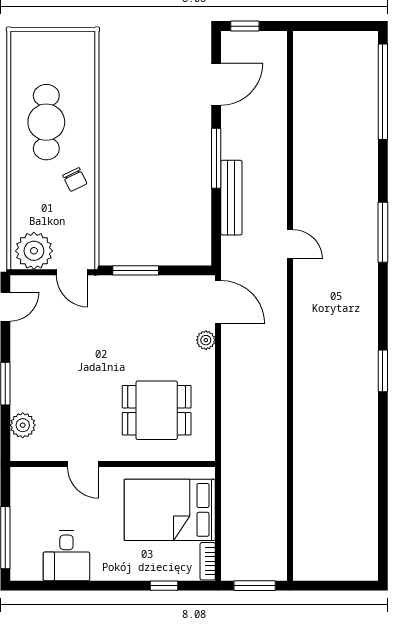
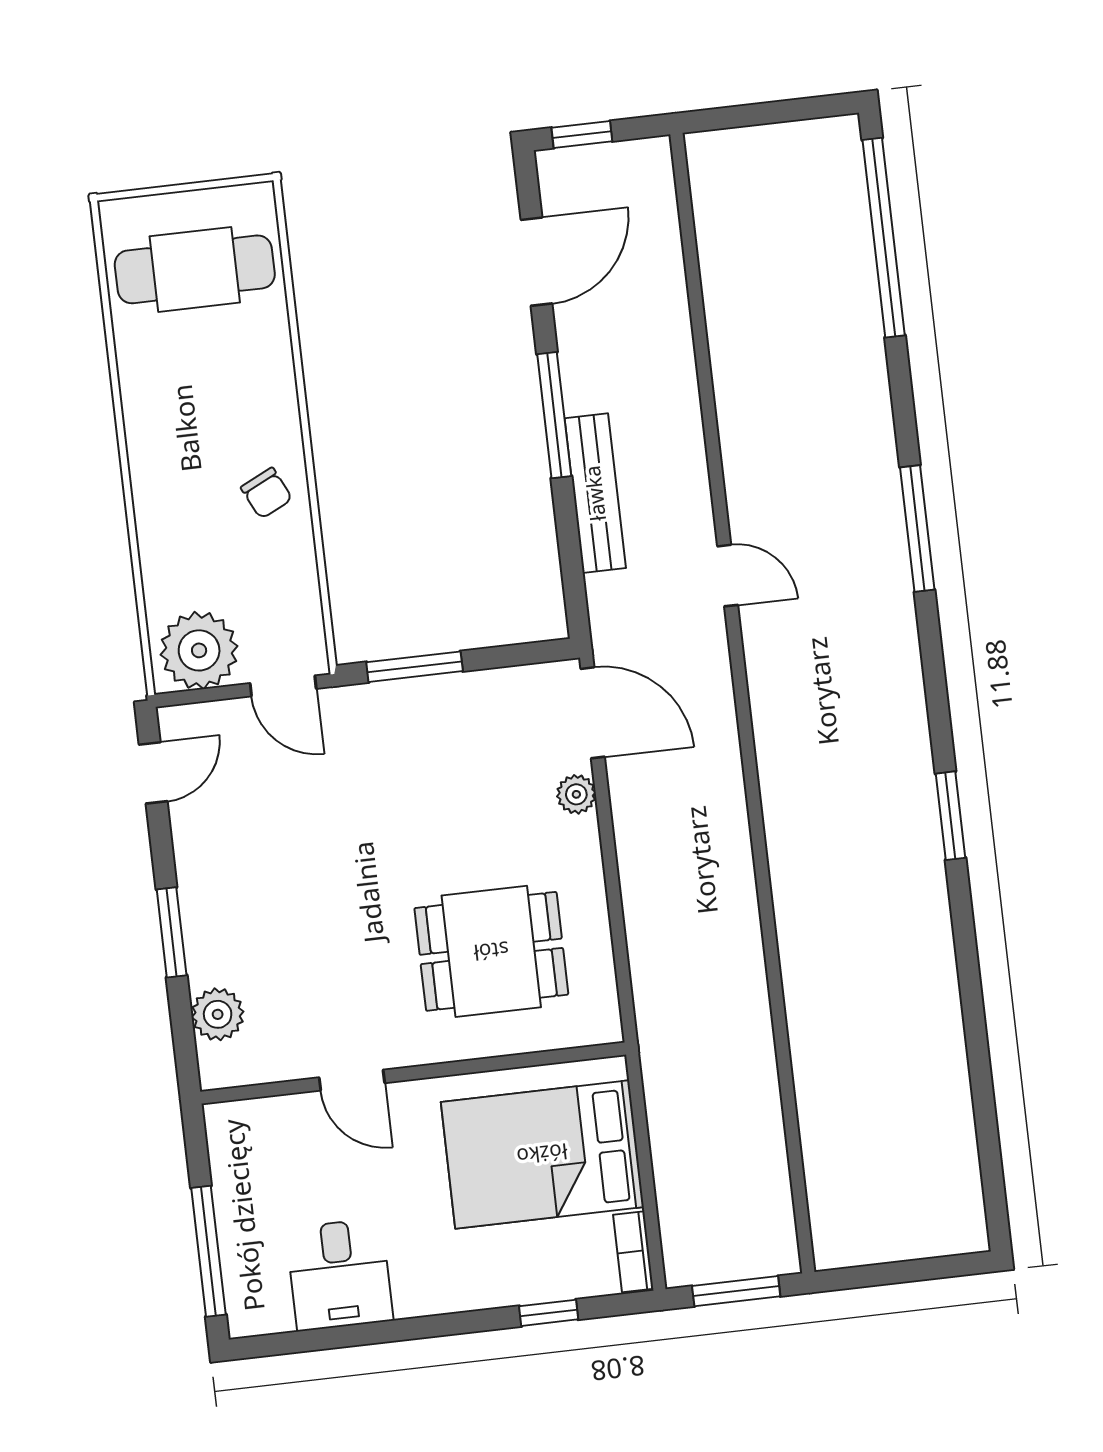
cafe table: (46, 122) -> (195, 269), moved, turned 90

